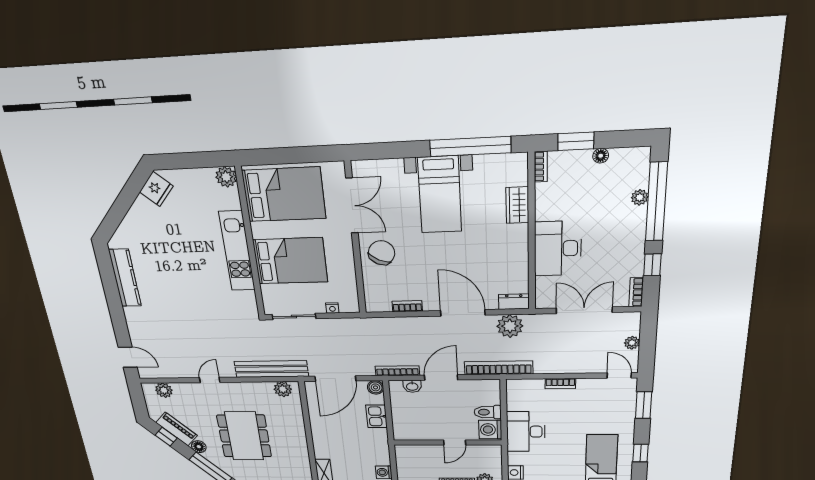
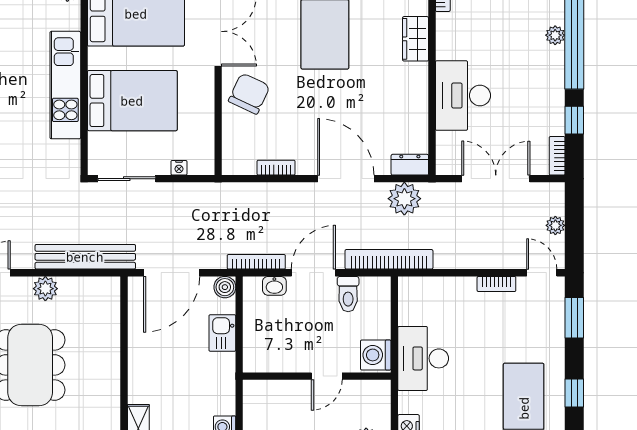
bookcase: (560, 384) -> (496, 284), moved
plant: (283, 389) -> (45, 289), moved
toilet: (488, 412) -> (348, 294), moved, turned -90

